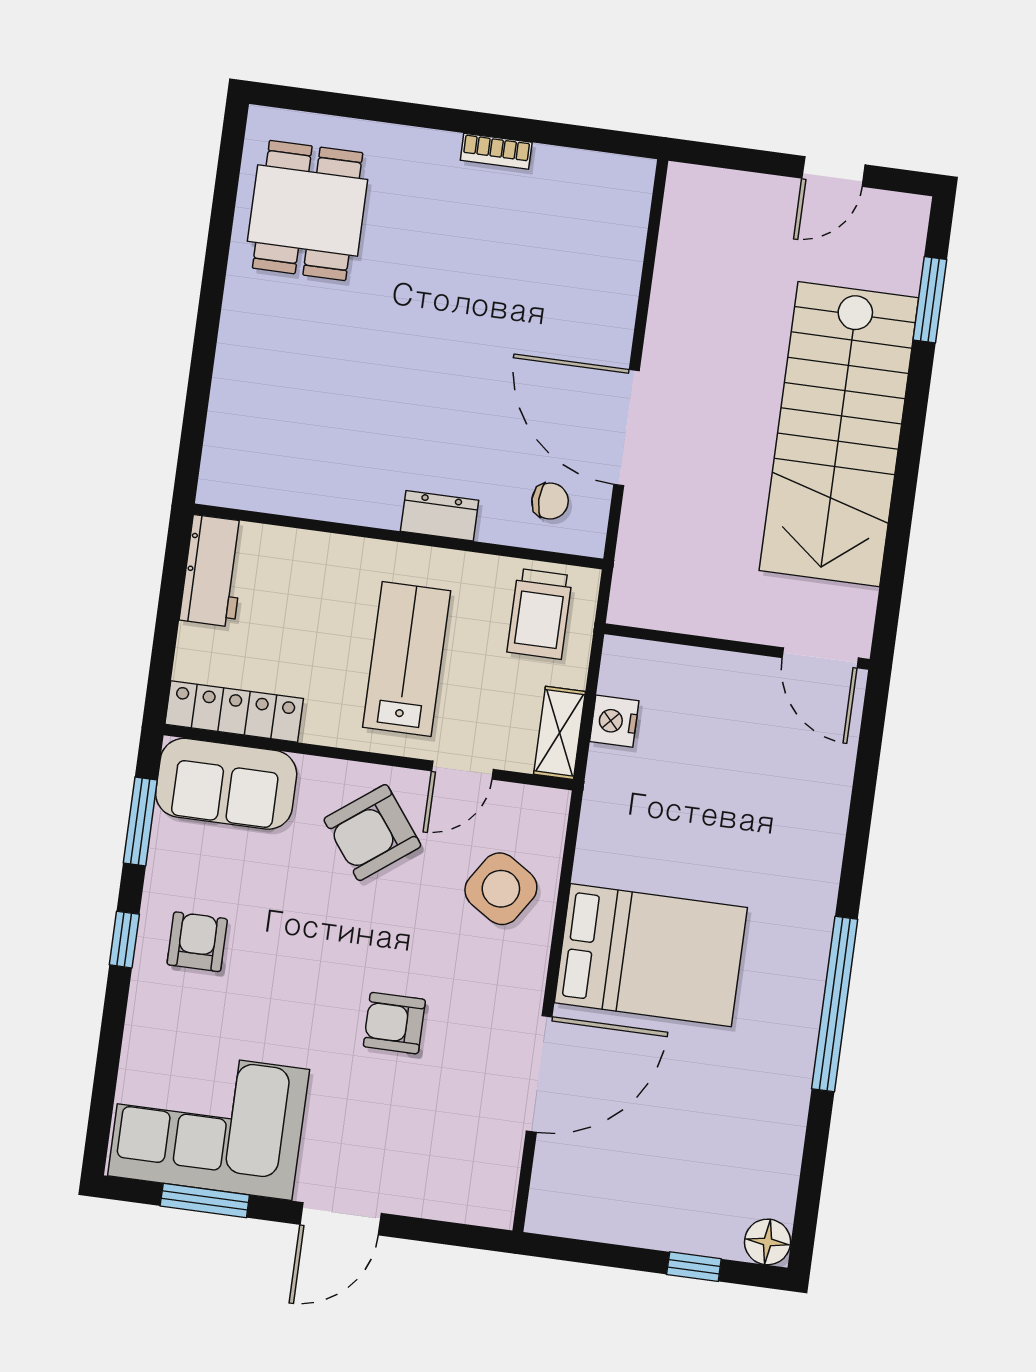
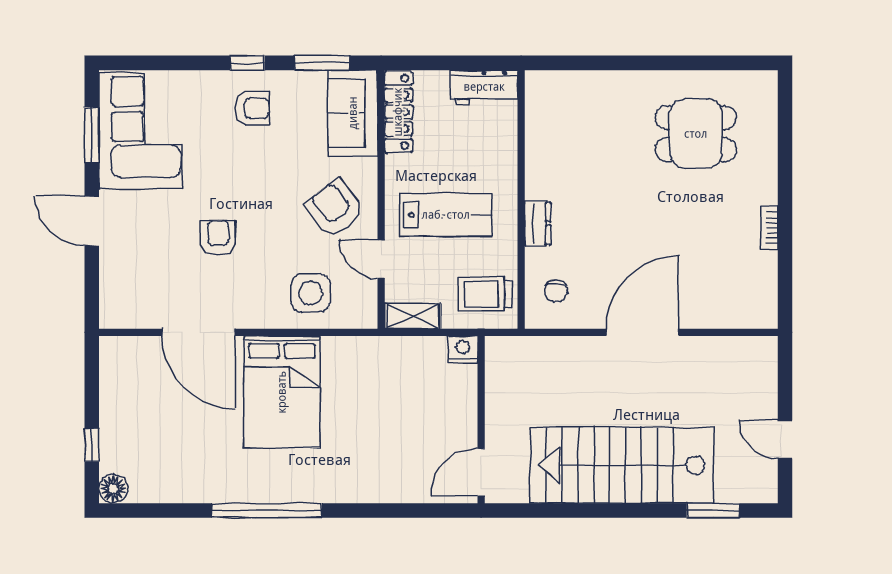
dining table: (308, 210) -> (696, 134), moved
door: (627, 428) -> (642, 332), moved
nightstand: (614, 721) -> (463, 349), moved
side table: (501, 889) -> (311, 293), turned -33

